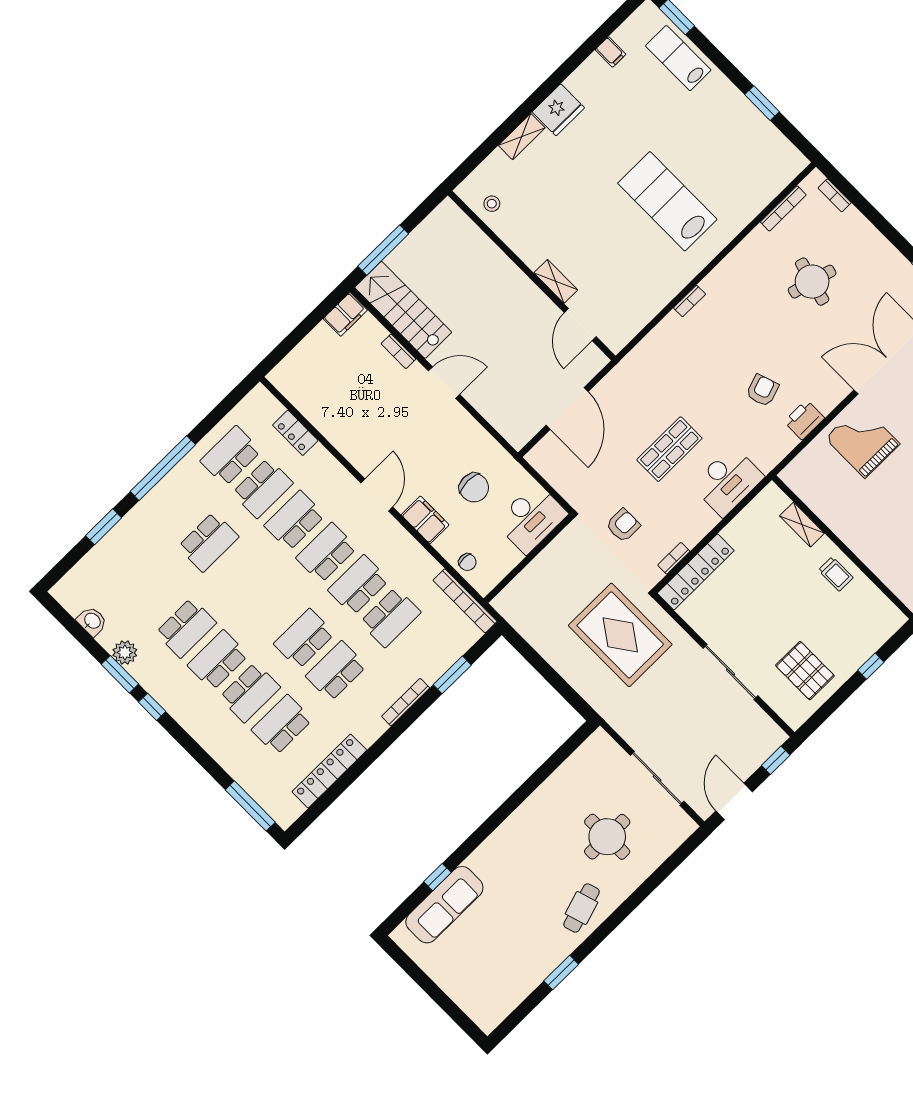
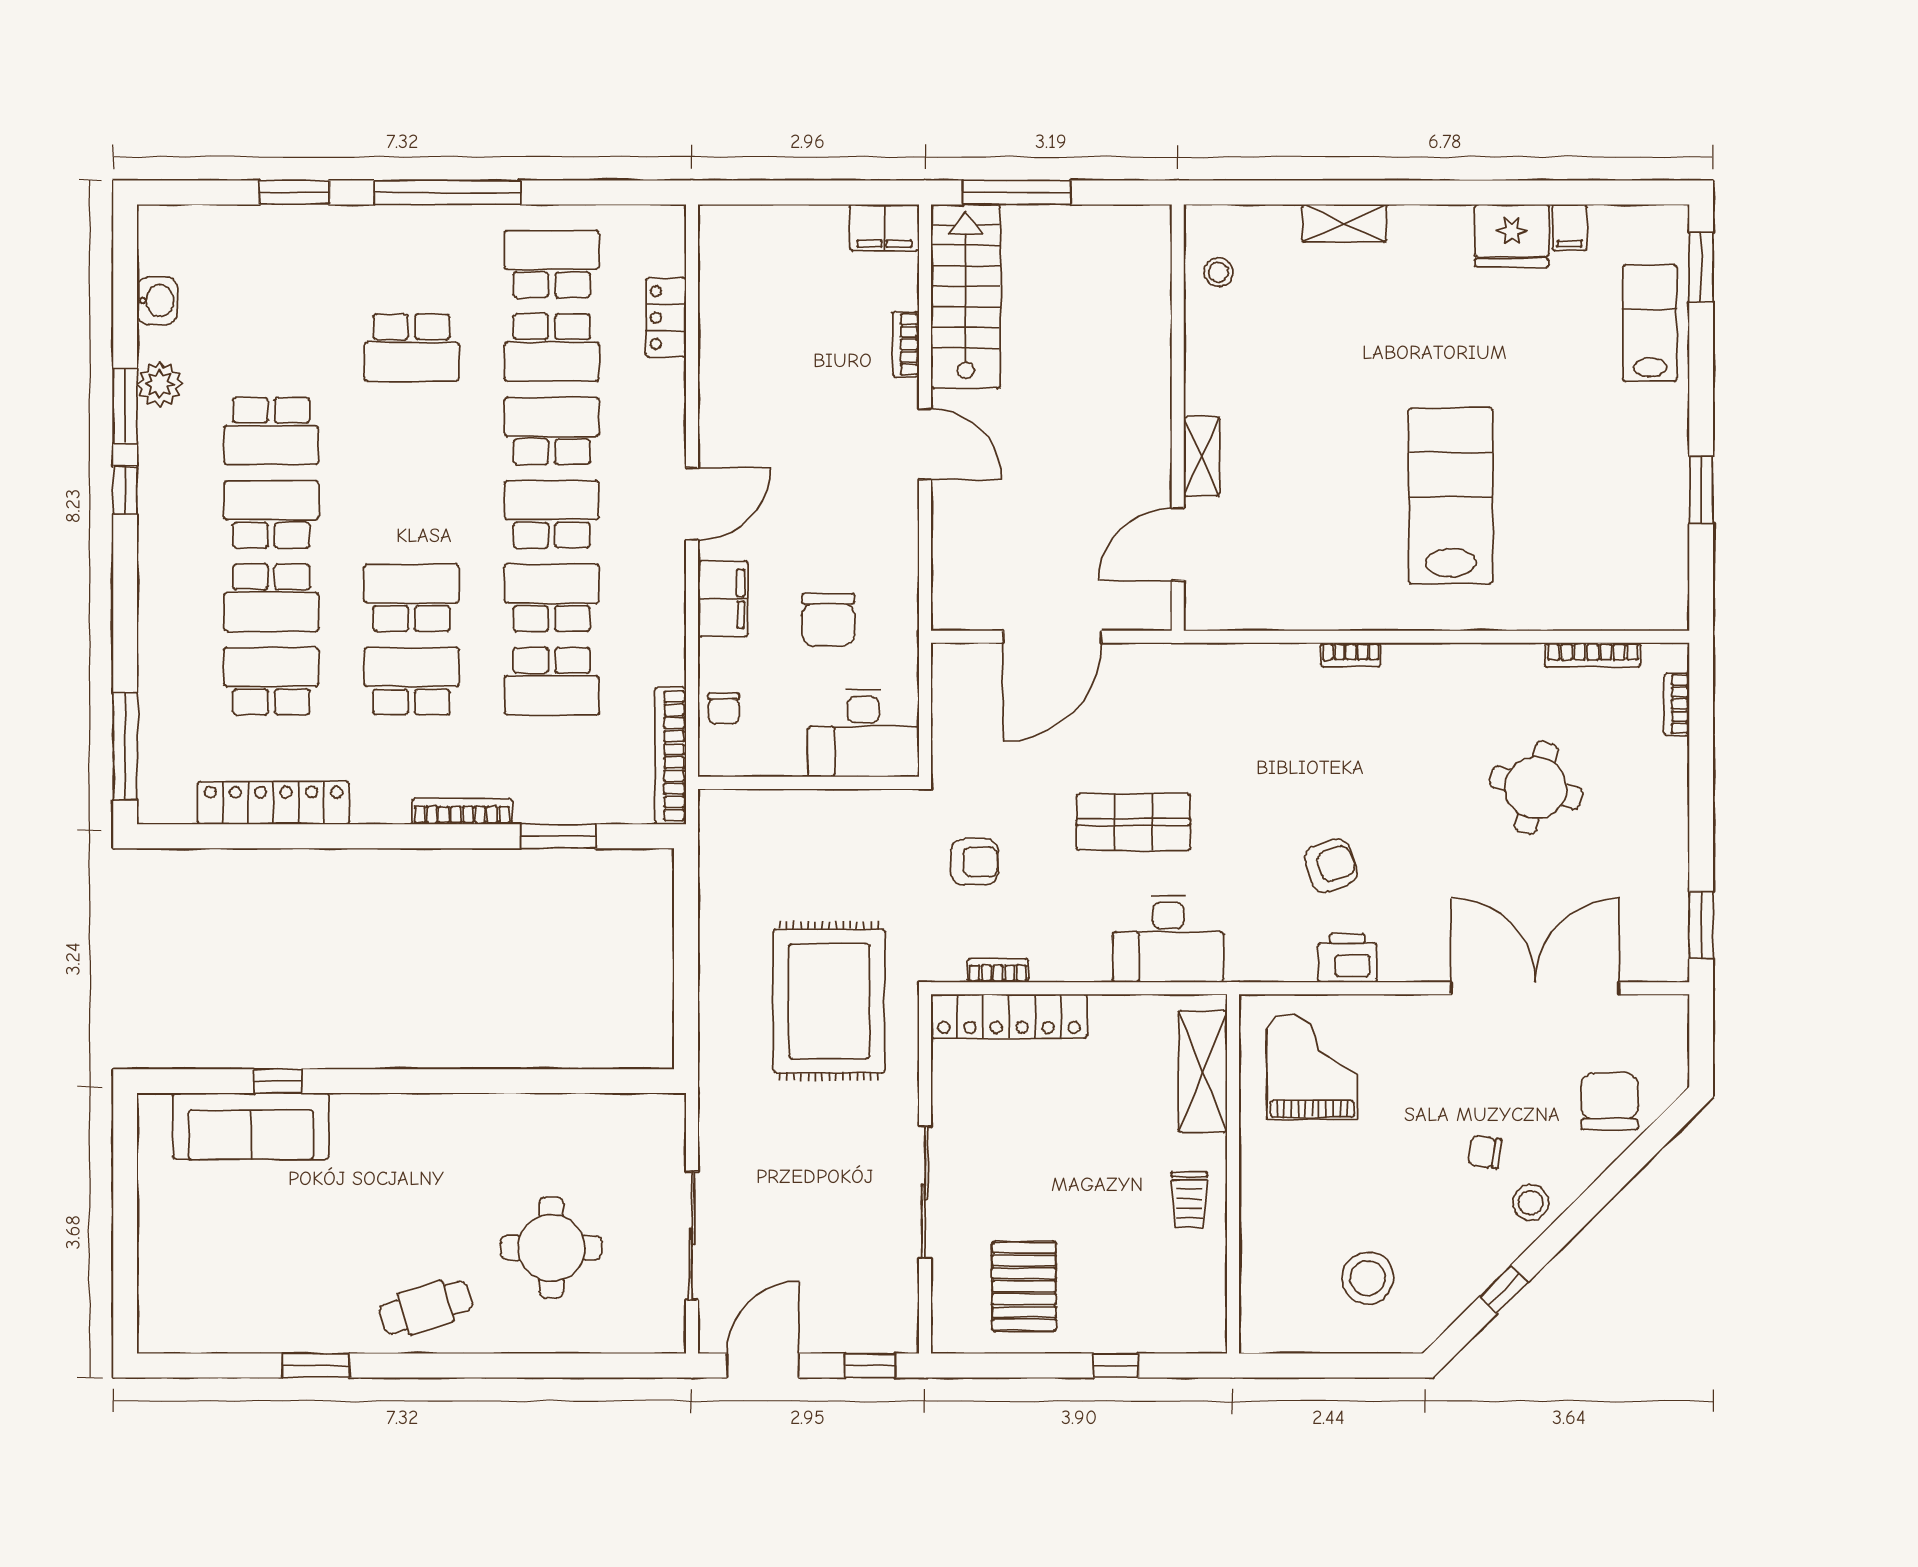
fridge: (558, 110) -> (1512, 236), moved
grand piano: (862, 441) -> (1312, 1067), moved
shelving: (802, 525) -> (1203, 1071), width x1.50, depth x1.33

